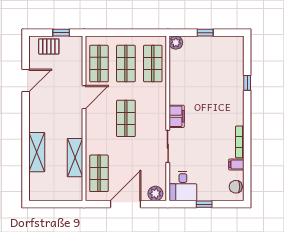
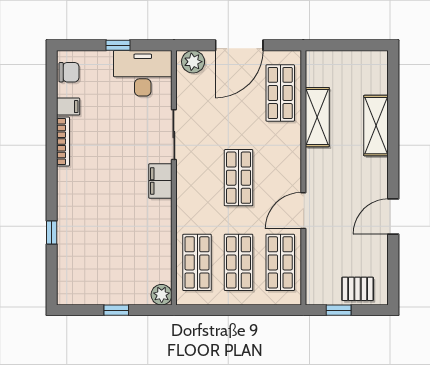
door: (26, 81) -> (393, 217), moved
desk: (183, 186) -> (143, 73), width x1.37

